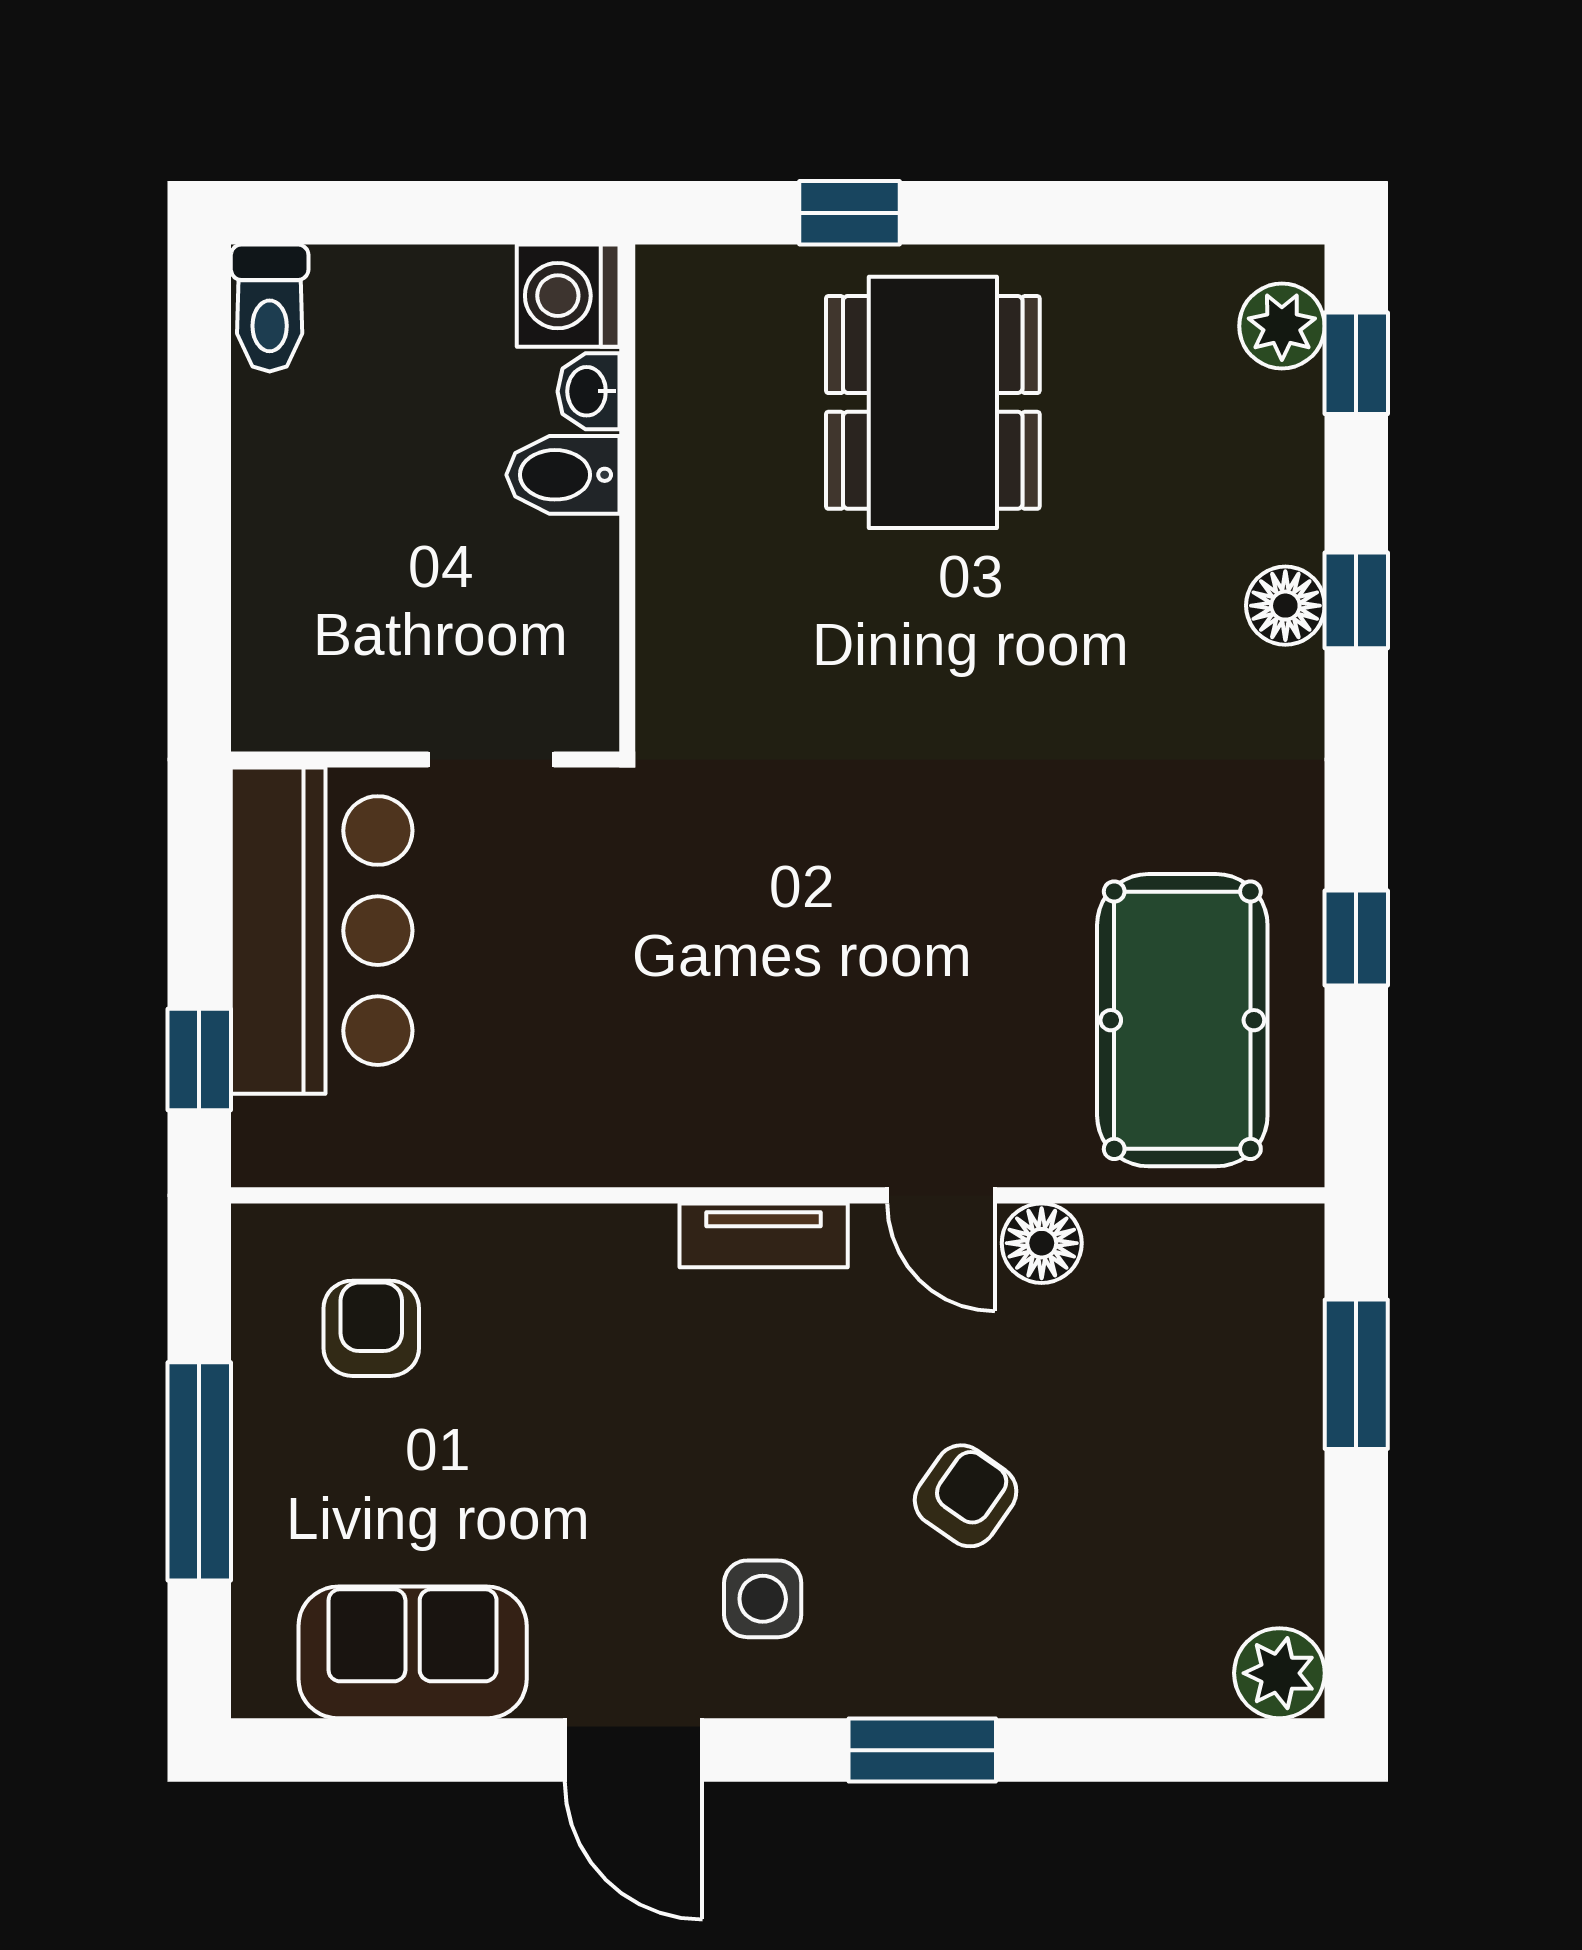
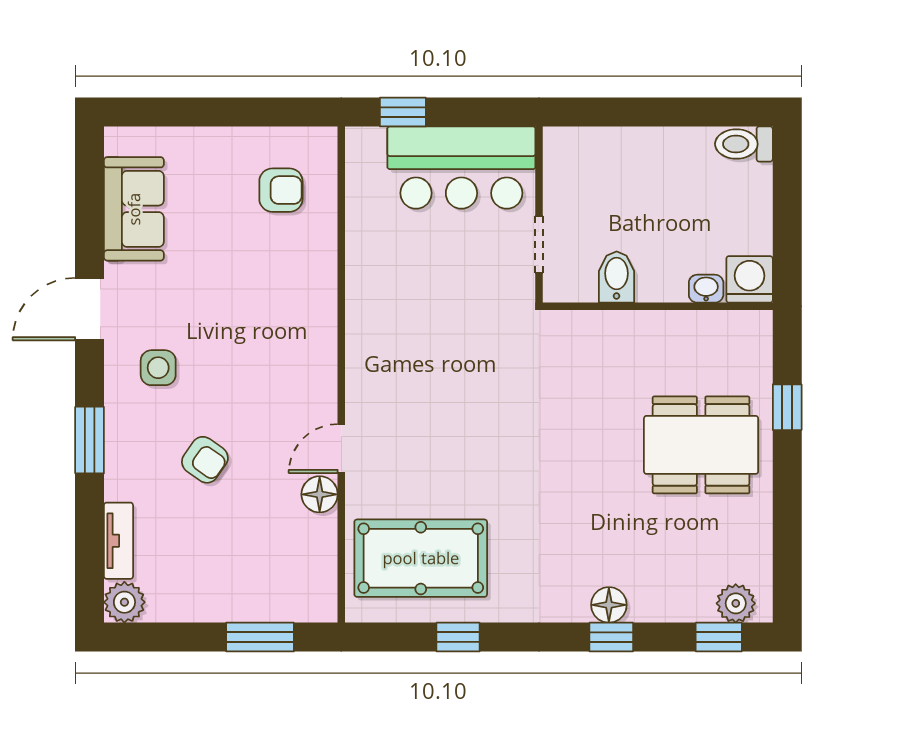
bidet: (563, 475) -> (617, 277), moved
tv unit: (764, 1235) -> (118, 541), moved, turned 180
window: (199, 1471) -> (216, 112), removed

